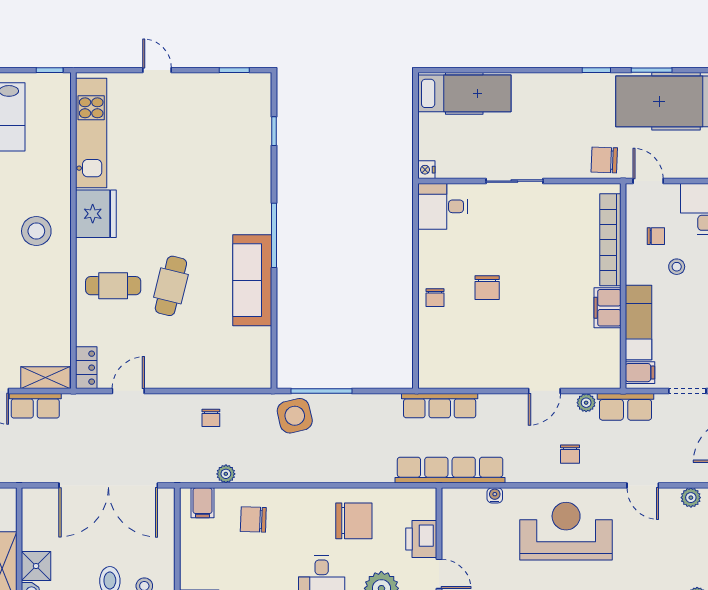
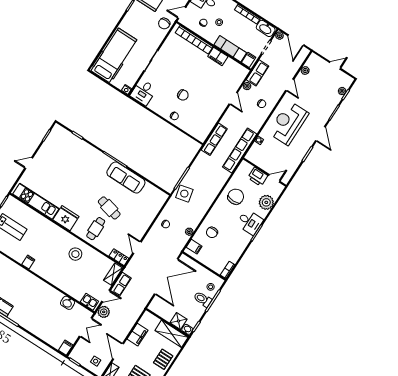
hospital bed: (464, 93) -> (114, 55), width x1.37, depth x1.29
stool: (36, 231) -> (75, 254), moved
door: (643, 485) -> (290, 85), hinge flipped

